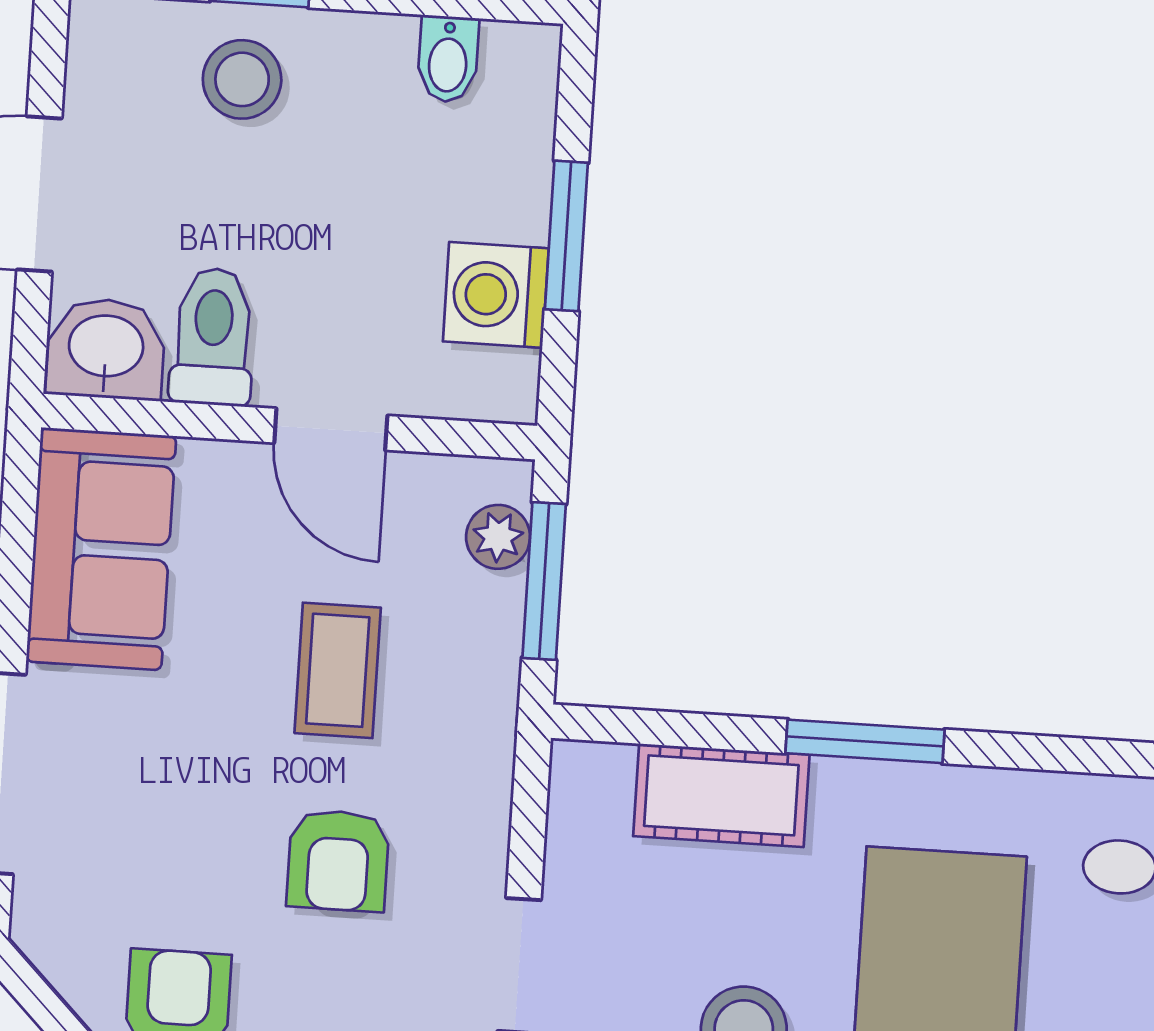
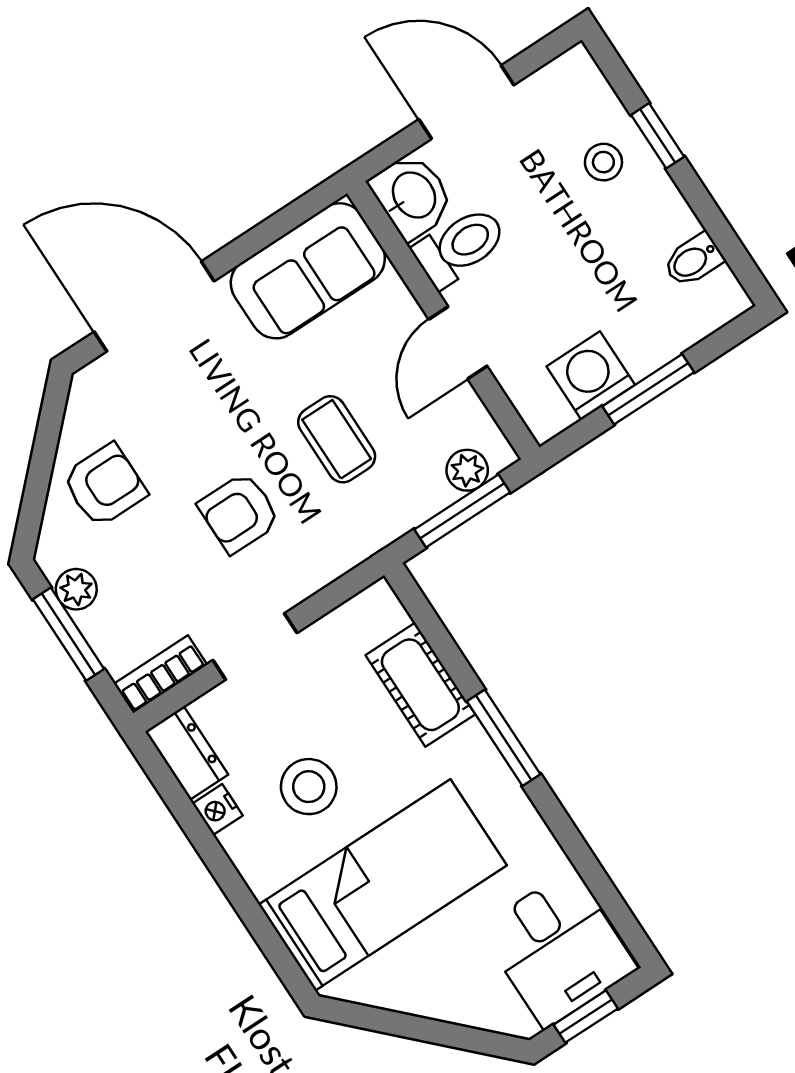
stool: (242, 79) -> (603, 162), width x0.73, depth x0.73
coffee table: (338, 670) -> (337, 439), turned 90

